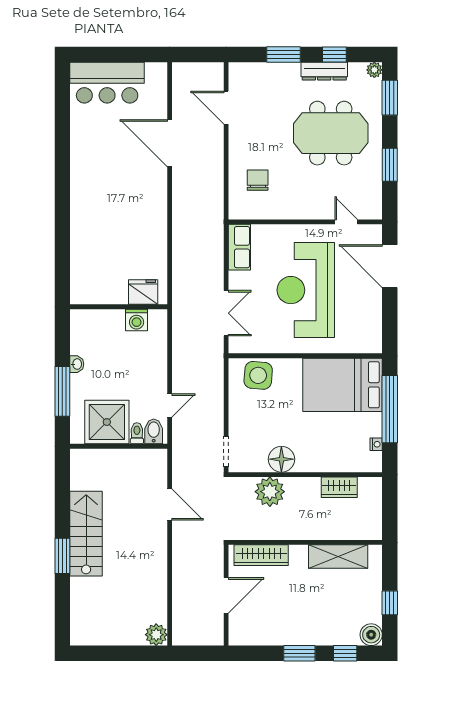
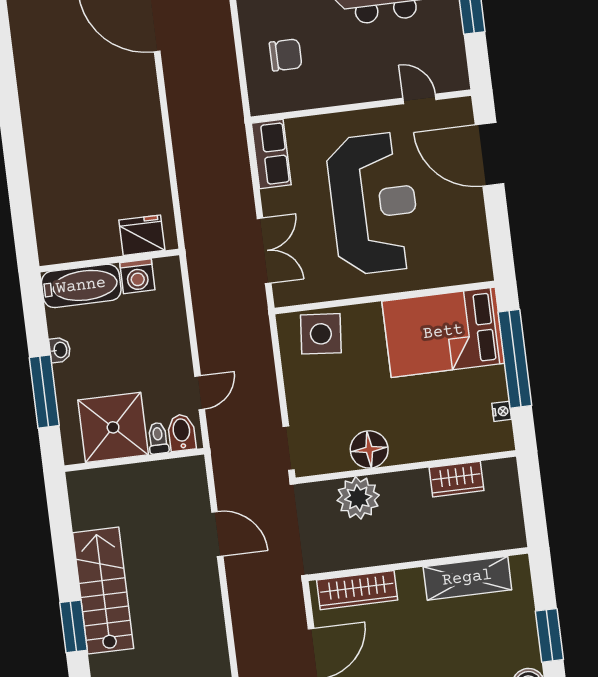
chair: (258, 180) -> (286, 55), turned 90
reception desk: (306, 290) -> (374, 204), turned 180
bathtub: (97, 322) -> (81, 286), added
window: (390, 603) -> (549, 635), width x1.50

